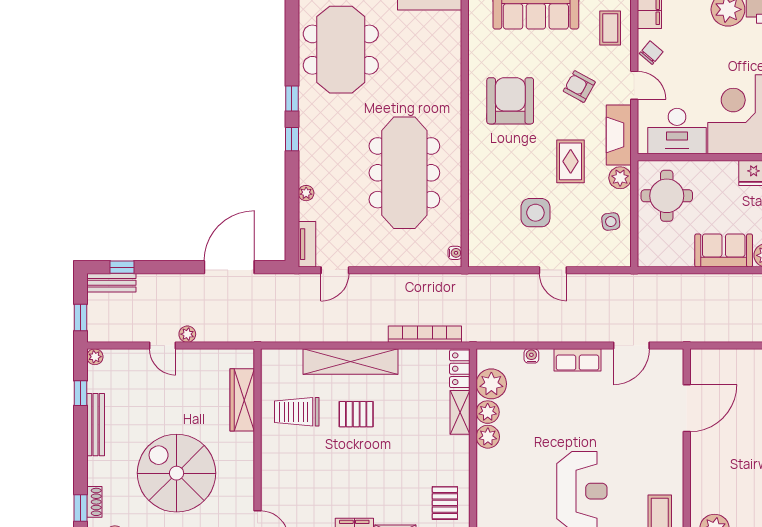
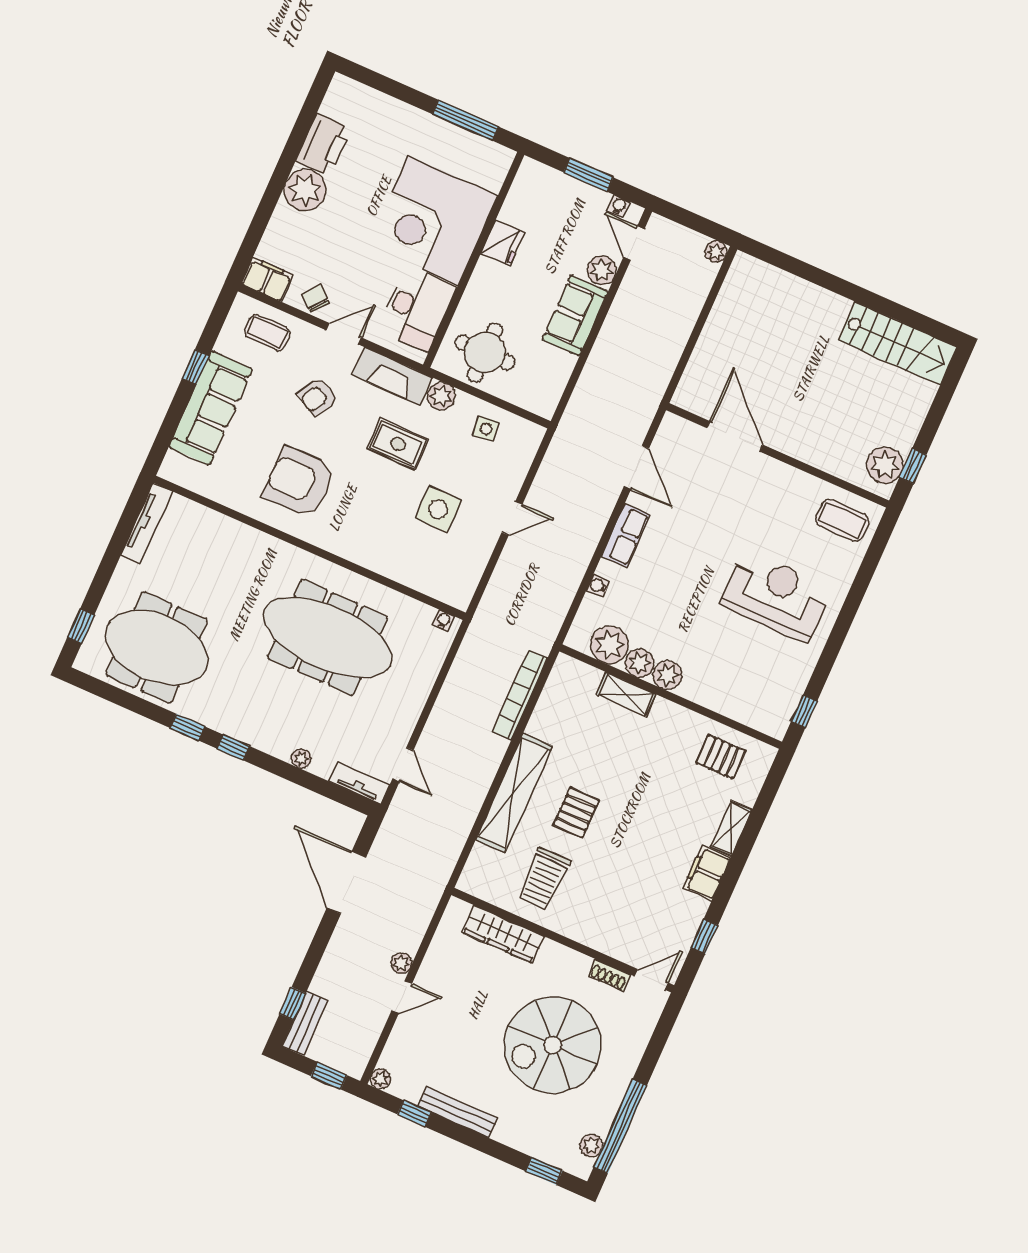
locker: (460, 369) -> (577, 673), removed
shoe rack: (94, 502) -> (609, 975), moved, turned 180

